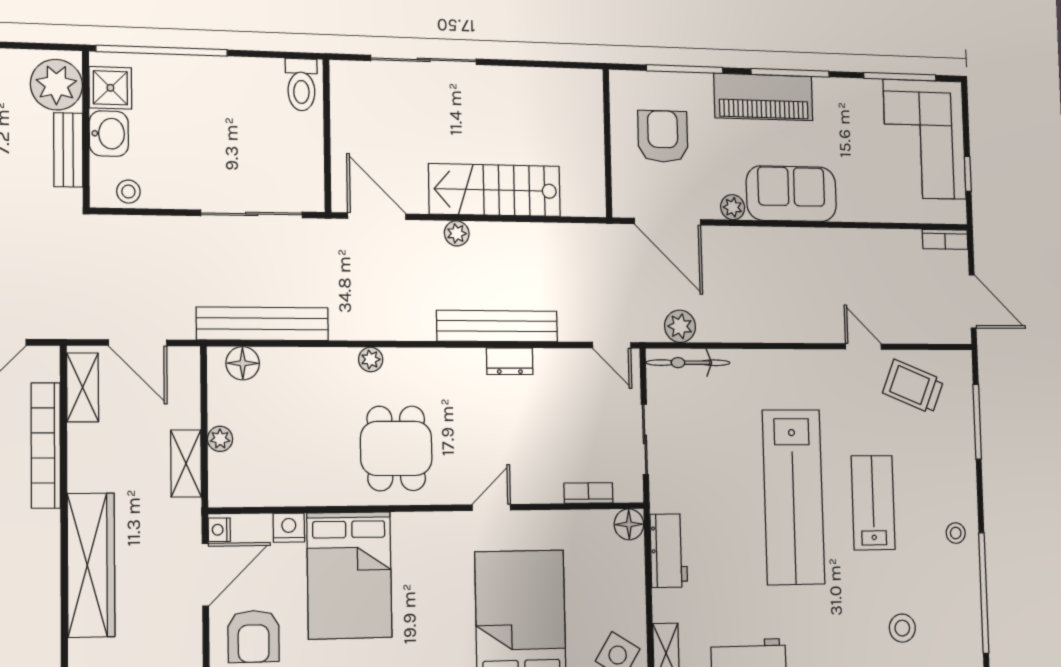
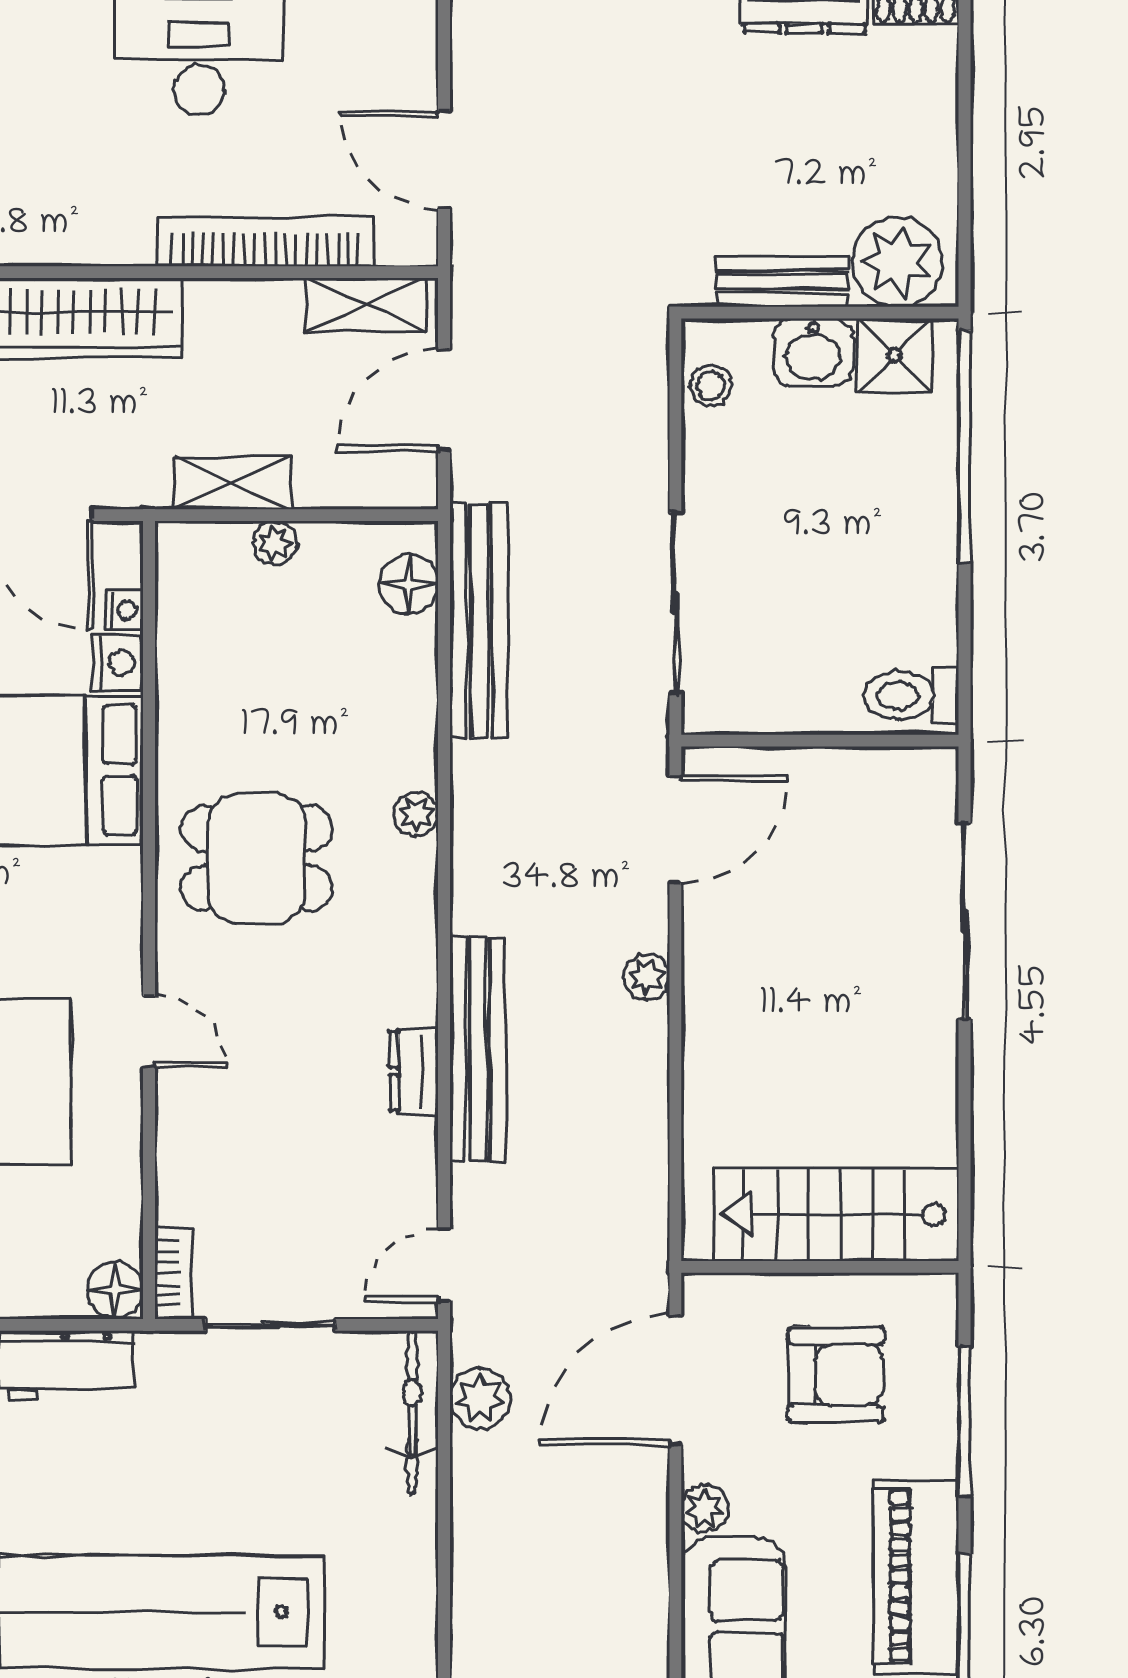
stairs: (495, 190) -> (836, 1215), moved, turned -90
bookcase: (588, 493) -> (173, 1273), moved
nightstand: (219, 530) -> (124, 610), moved, turned 90

